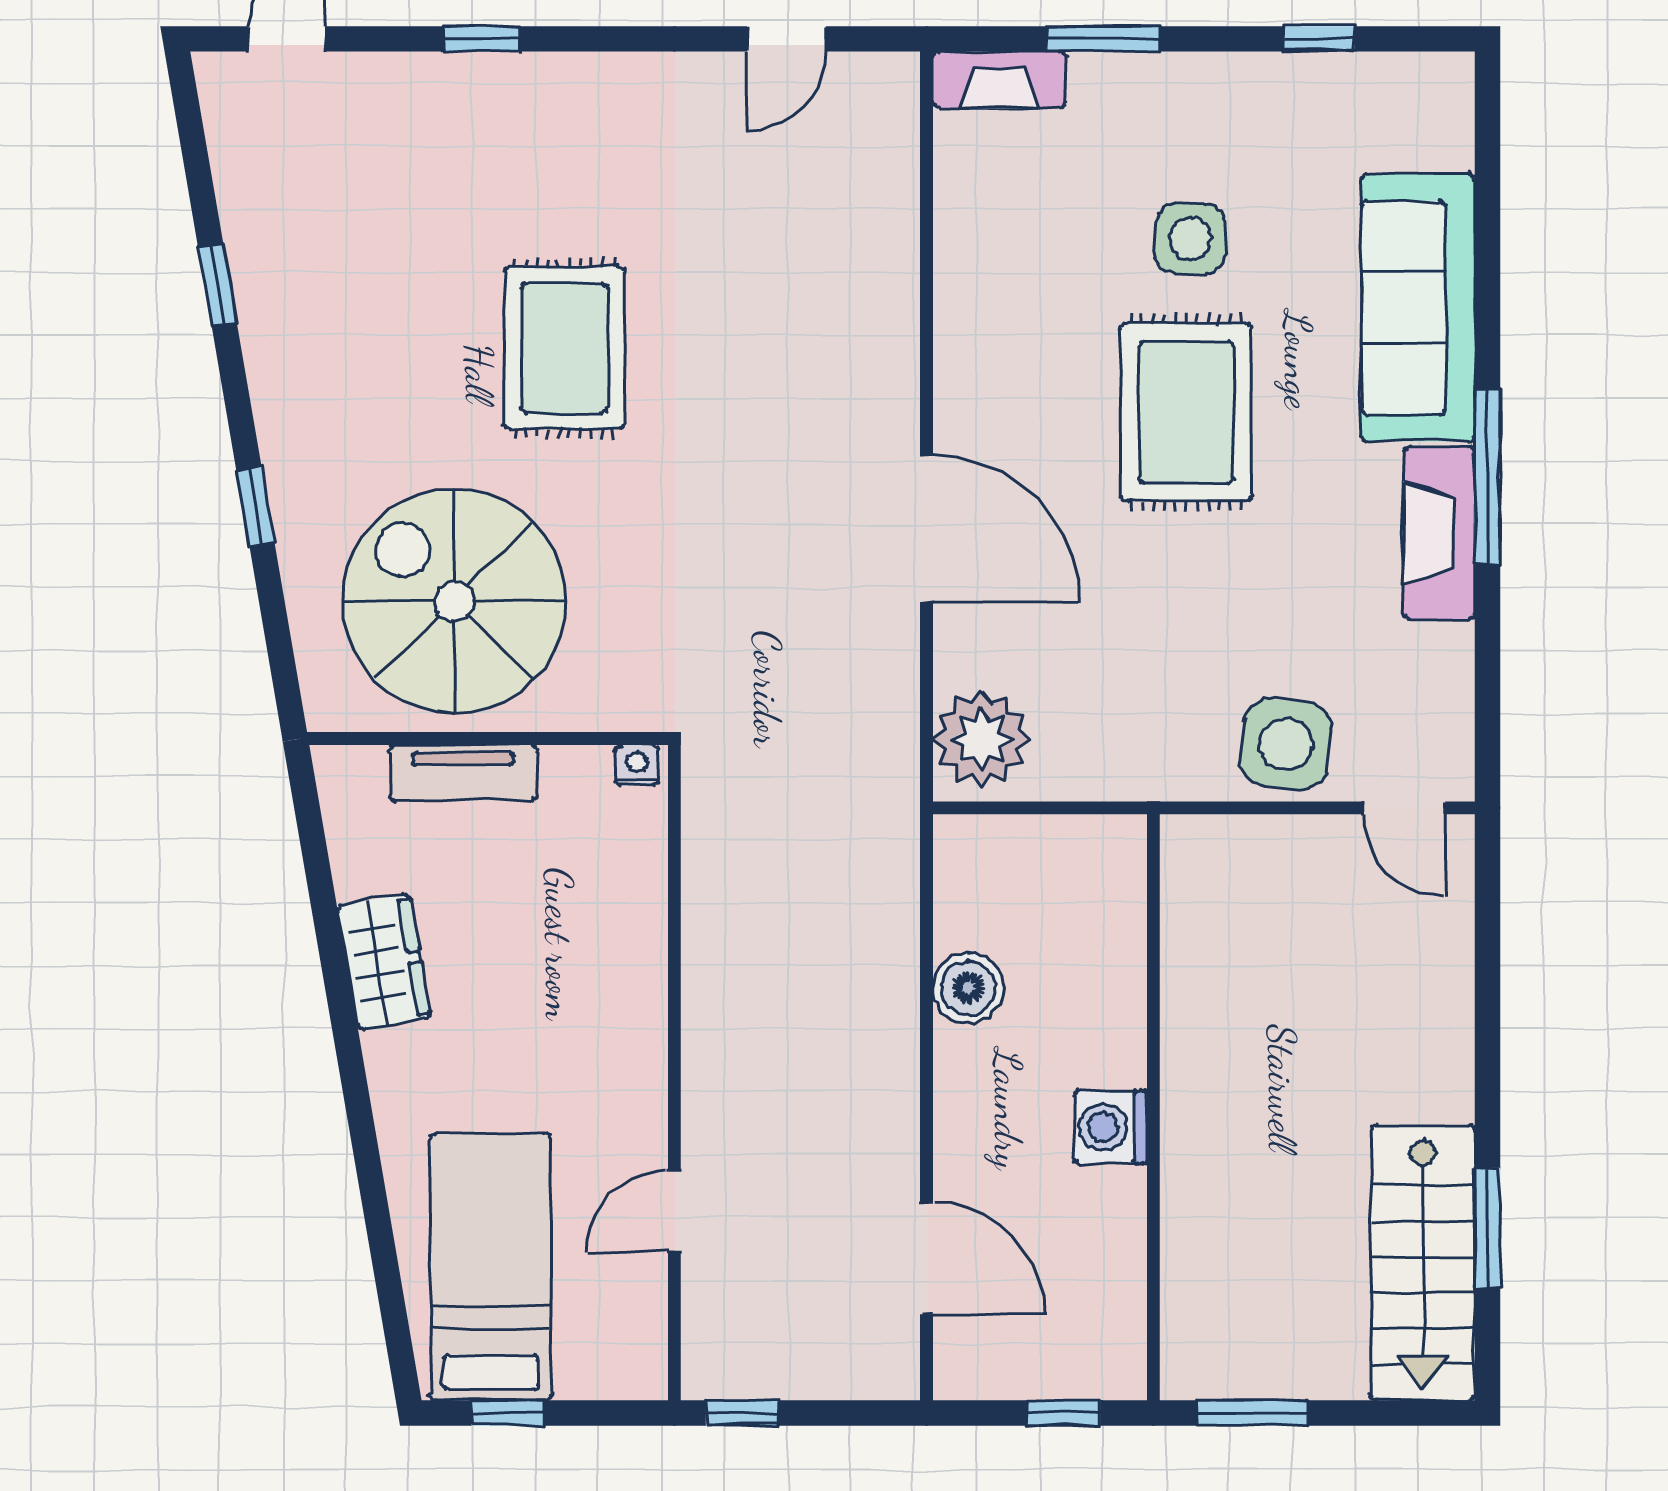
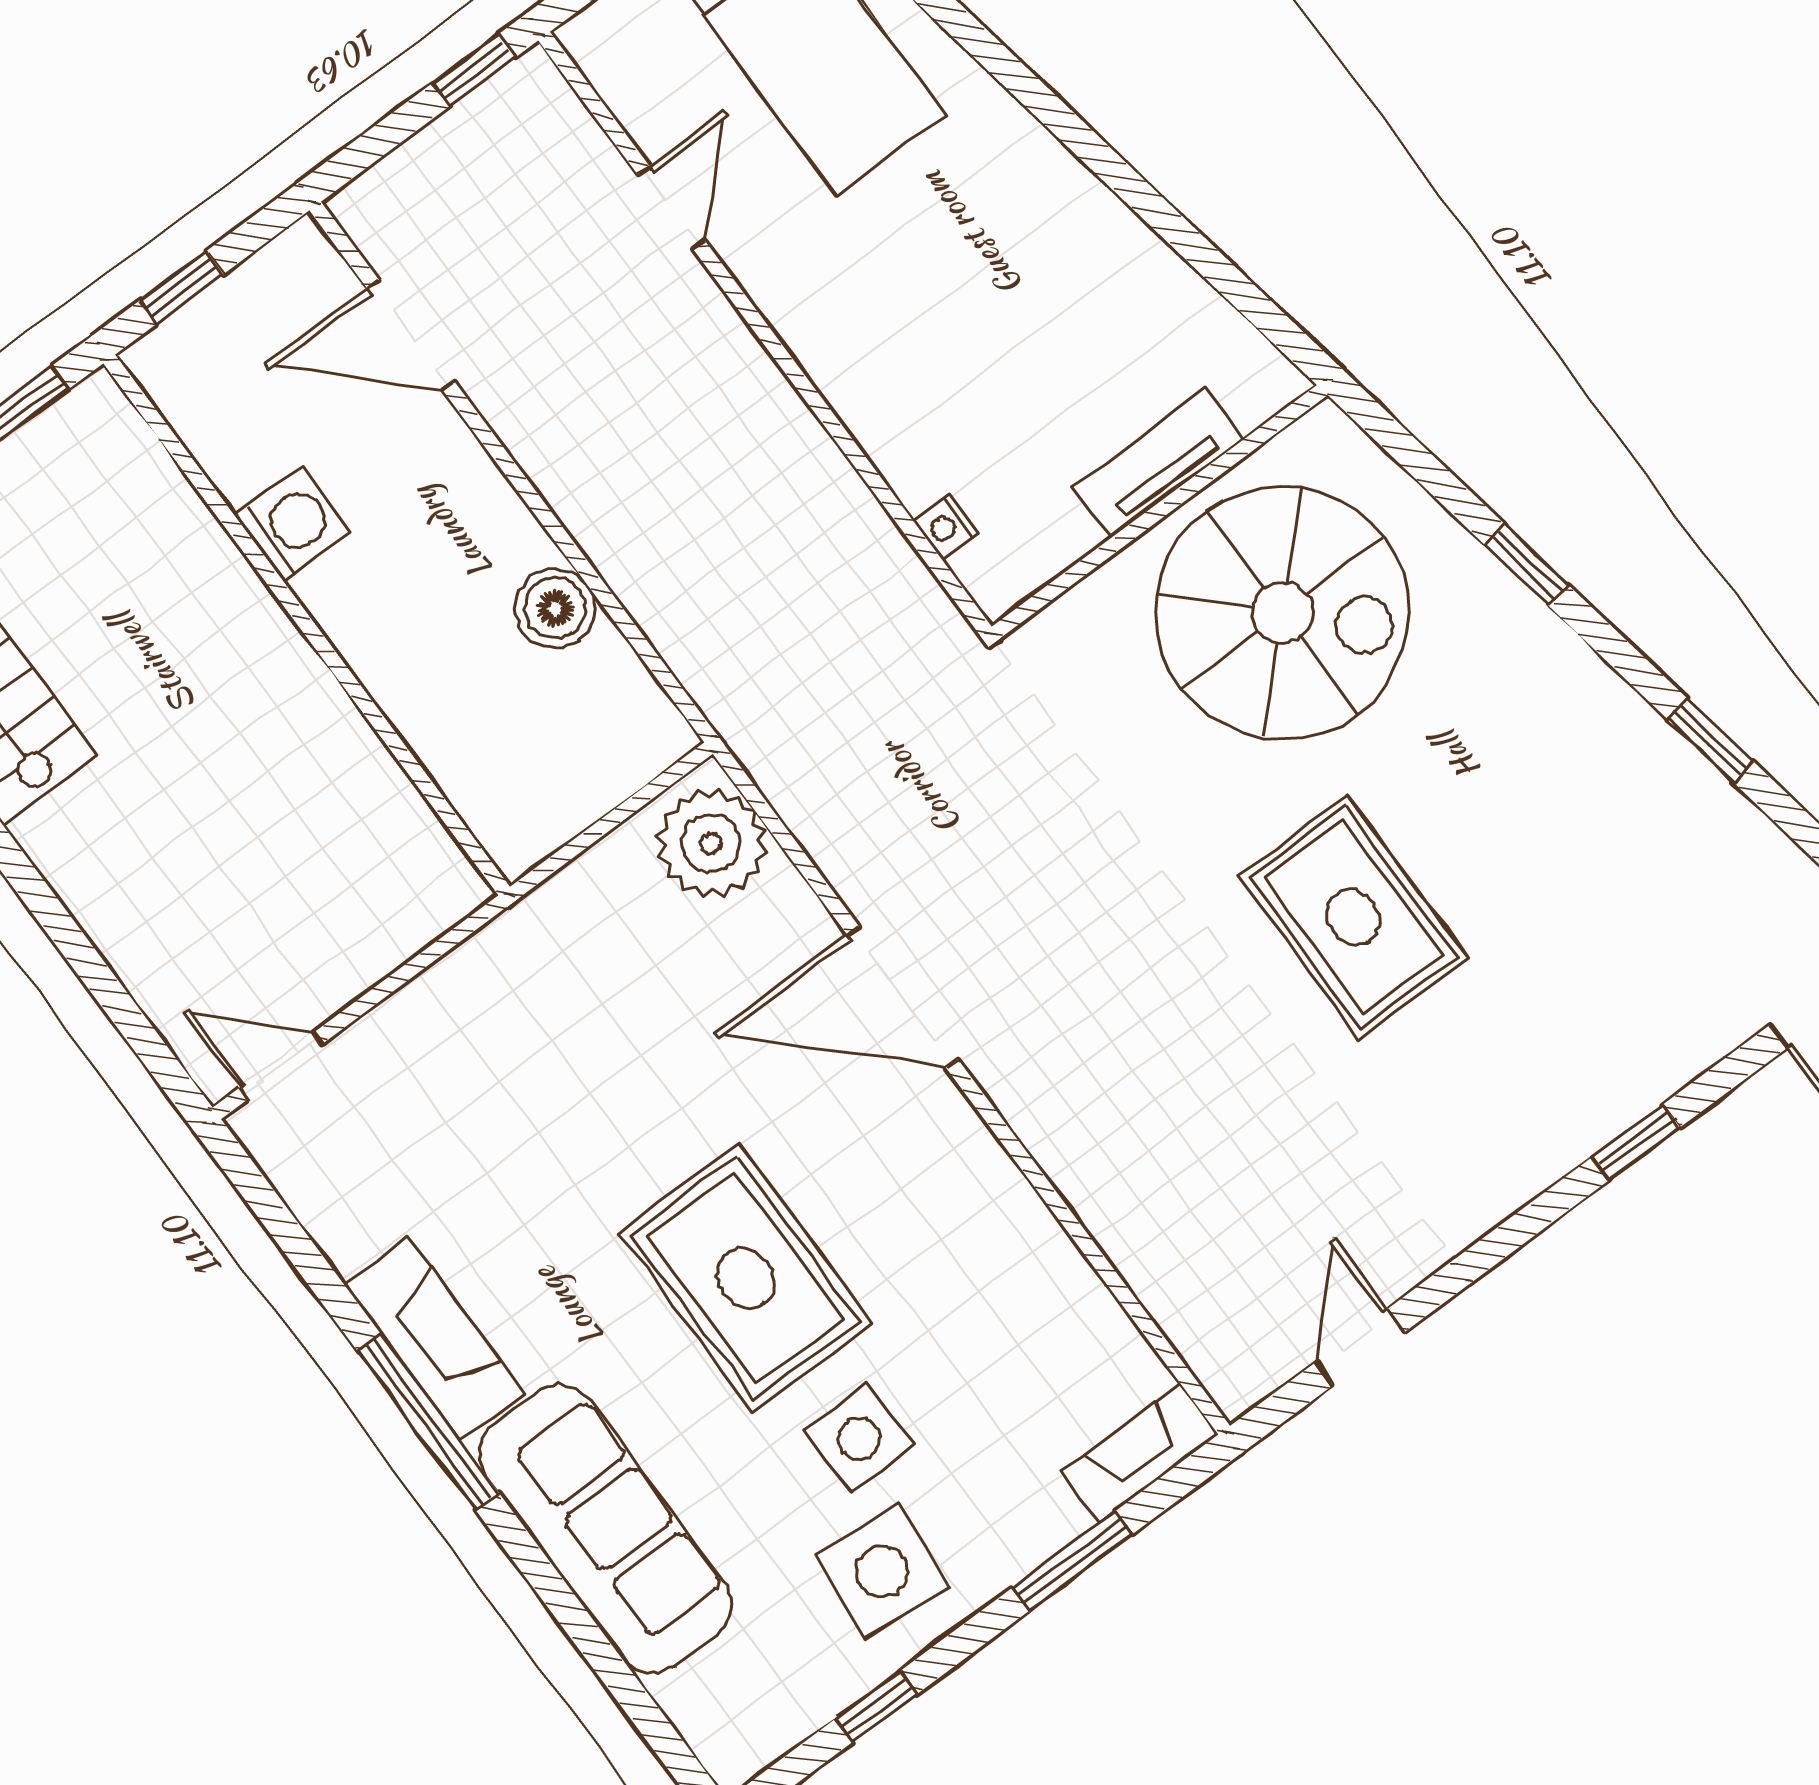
side table: (1286, 744) -> (882, 1571), moved
nightstand: (637, 765) -> (946, 526), moved, turned 90
wardrobe: (384, 962) -> (1104, 238), removed
washing machine: (1110, 1127) -> (292, 524), moved

